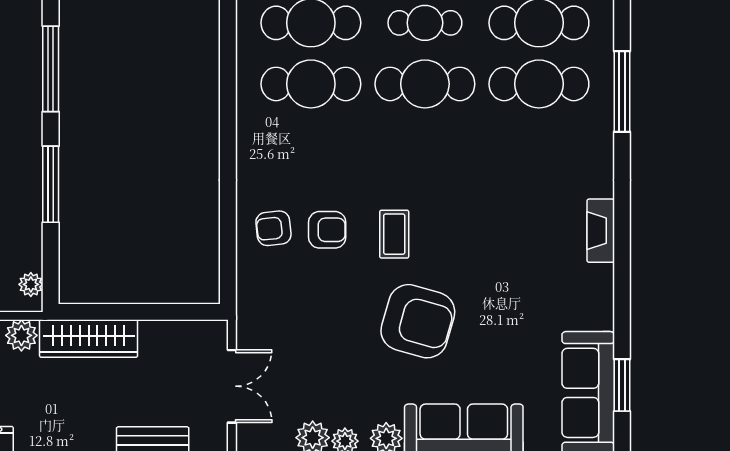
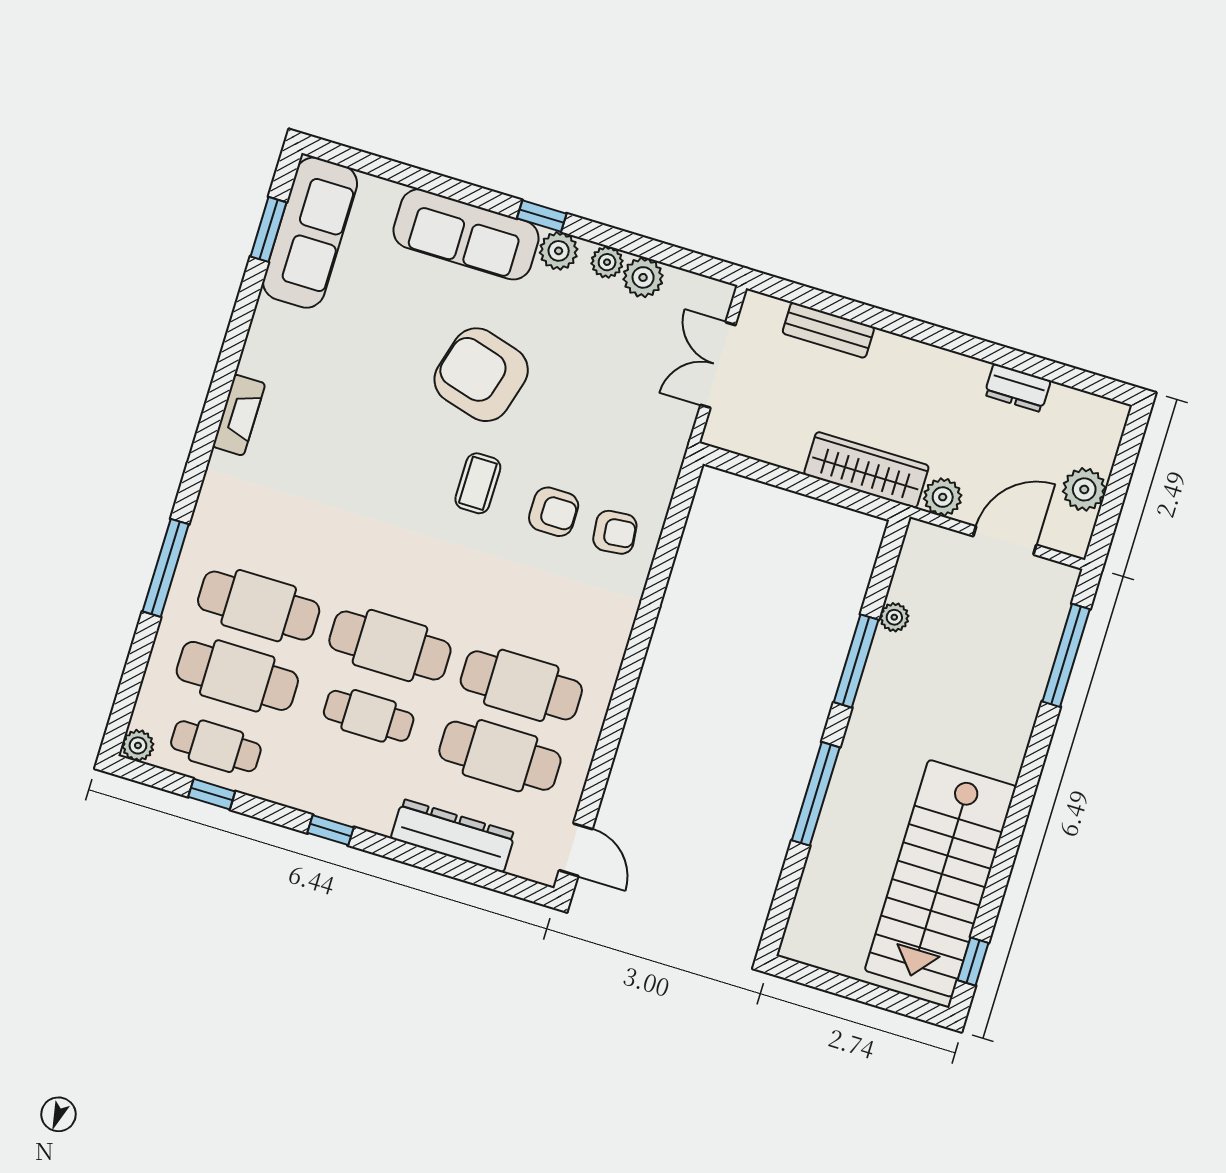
armchair: (327, 230) -> (554, 512), turned 180
plant: (31, 284) -> (894, 617), moved

